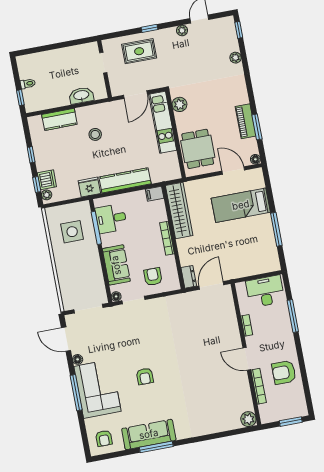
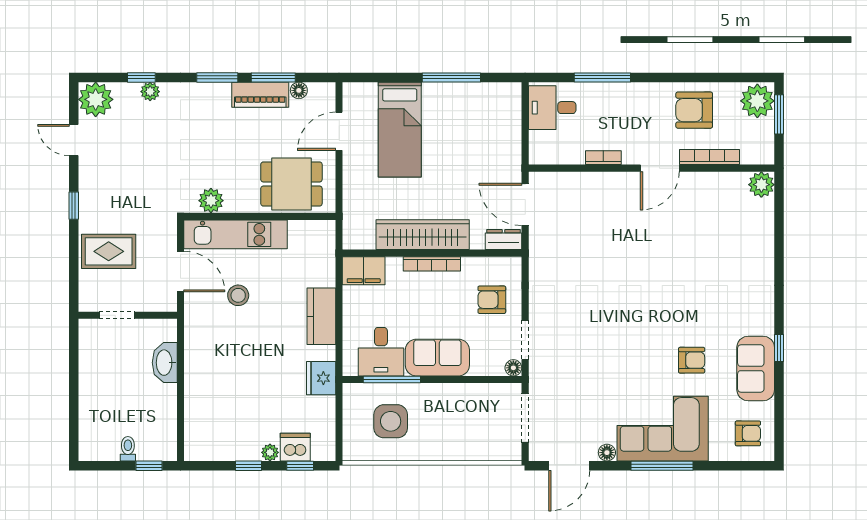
window: (149, 28) -> (74, 206), moved
plant: (182, 30) -> (96, 99), moved, width x1.88, depth x1.88
window: (239, 30) -> (141, 77), moved
rug: (139, 51) -> (109, 251), turned 90
window: (251, 95) -> (217, 77), added
kitchen counter: (59, 119) -> (198, 407), removed
stool: (95, 134) -> (238, 295), moved
floor lamp: (255, 159) -> (299, 90), moved
kitchen counter: (125, 180) -> (321, 316), width x0.67
filing cabinet: (155, 194) -> (364, 271), width x2.00
plant: (47, 195) -> (270, 452), moved
wardrobe: (179, 210) -> (423, 235), moved
sofa: (116, 265) -> (437, 358), moved
desk: (265, 291) -> (552, 108), width x0.73
armchair: (284, 372) -> (694, 110), turned 90
armchair: (145, 376) -> (692, 360), moved
plant: (296, 408) -> (757, 101), added
sofa: (149, 434) -> (756, 369), width x0.73
window: (156, 447) -> (779, 348), width x0.46

